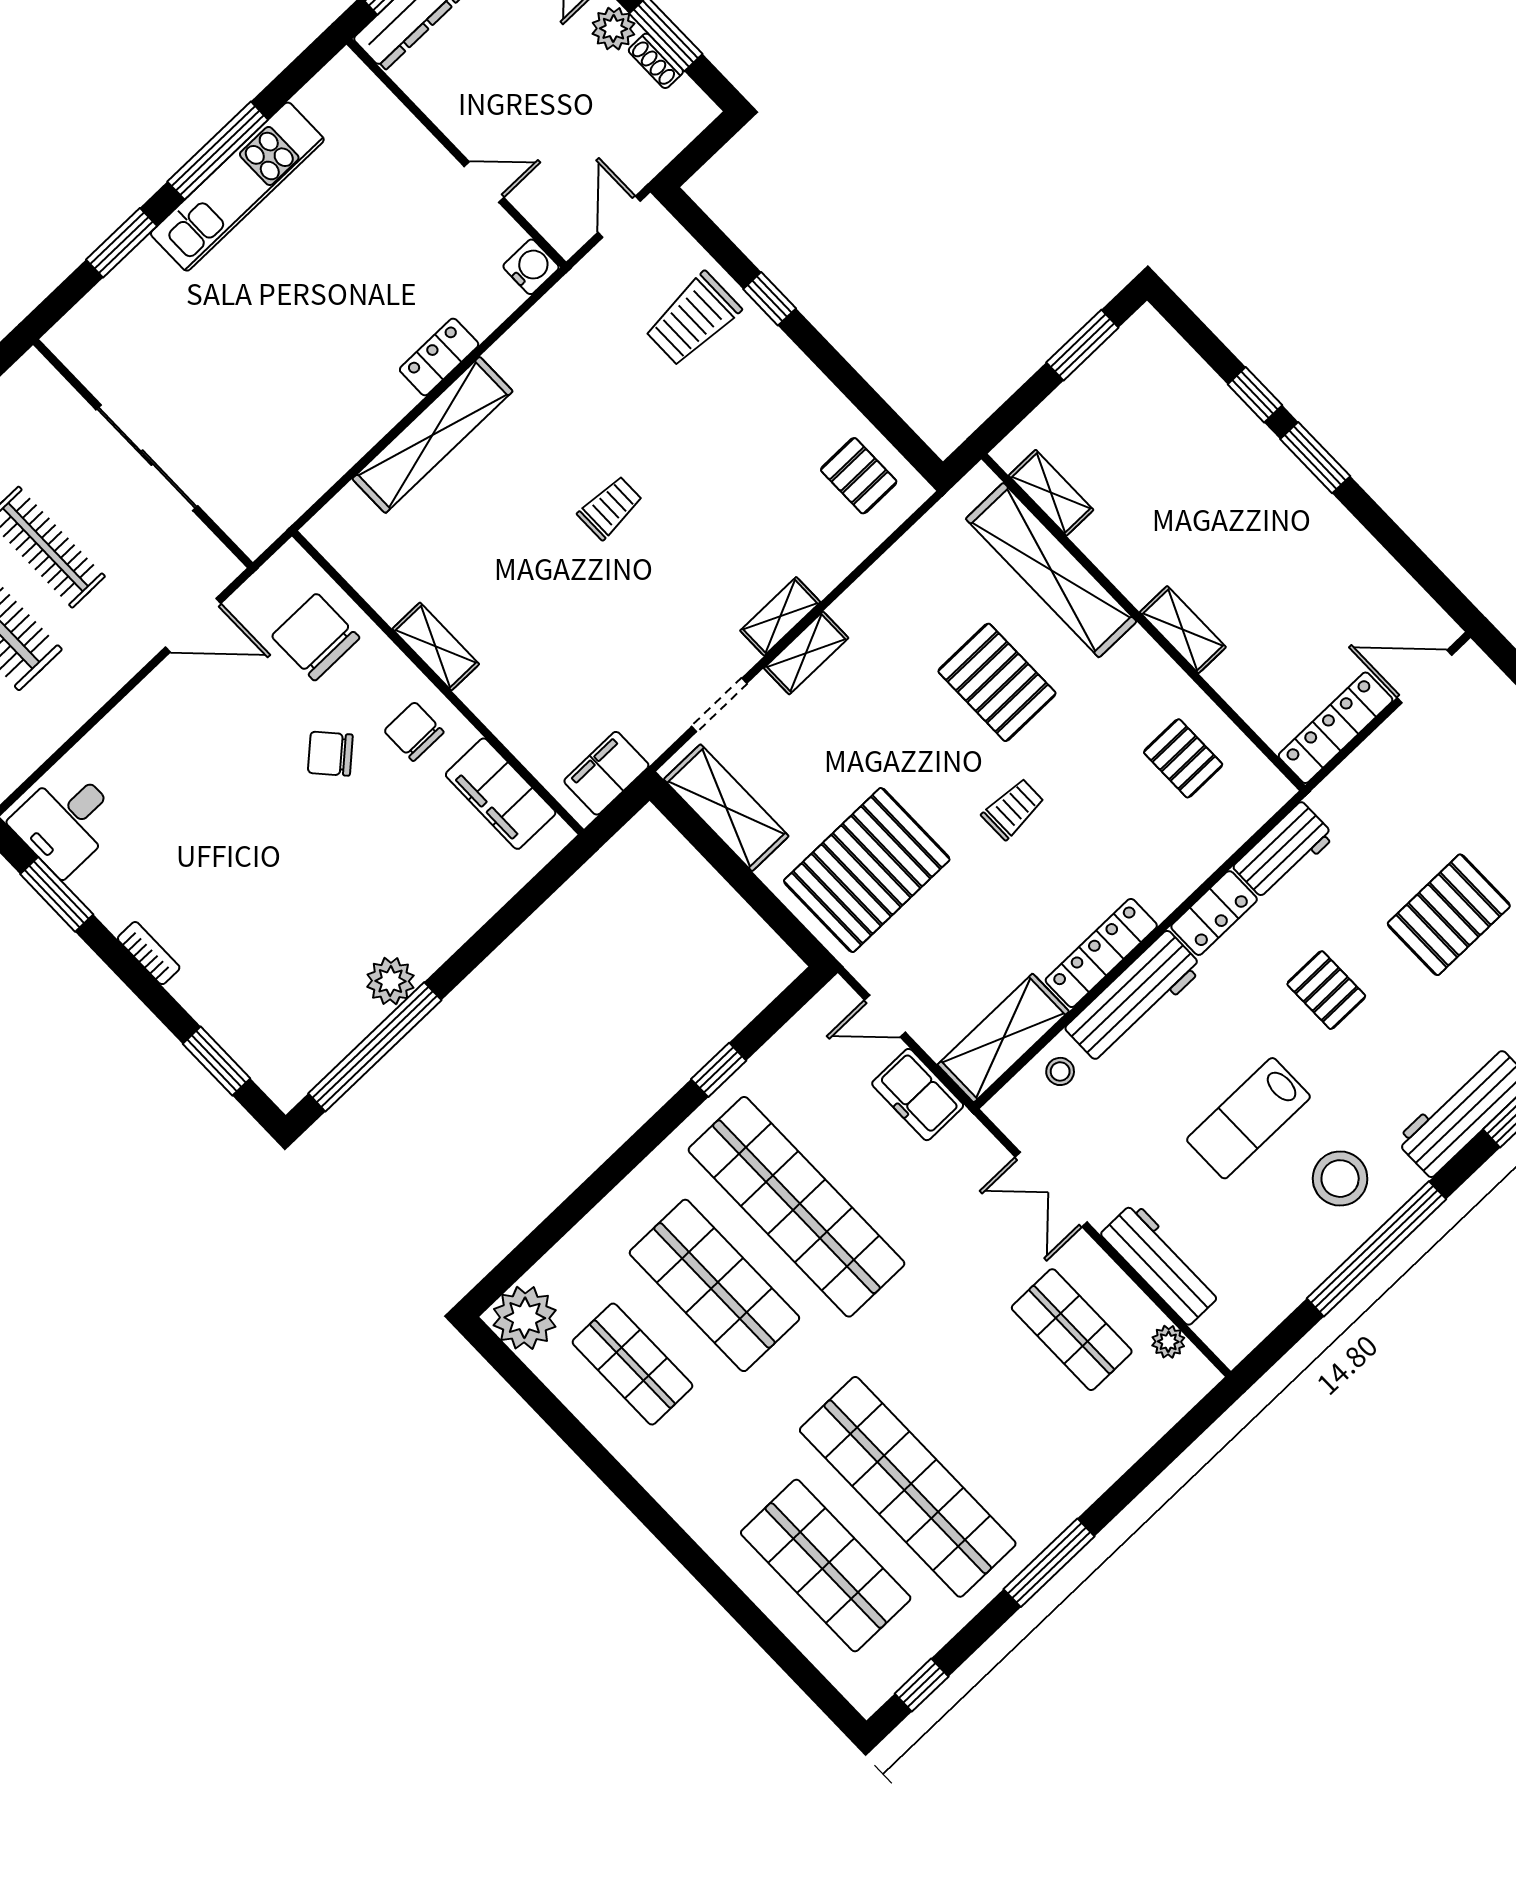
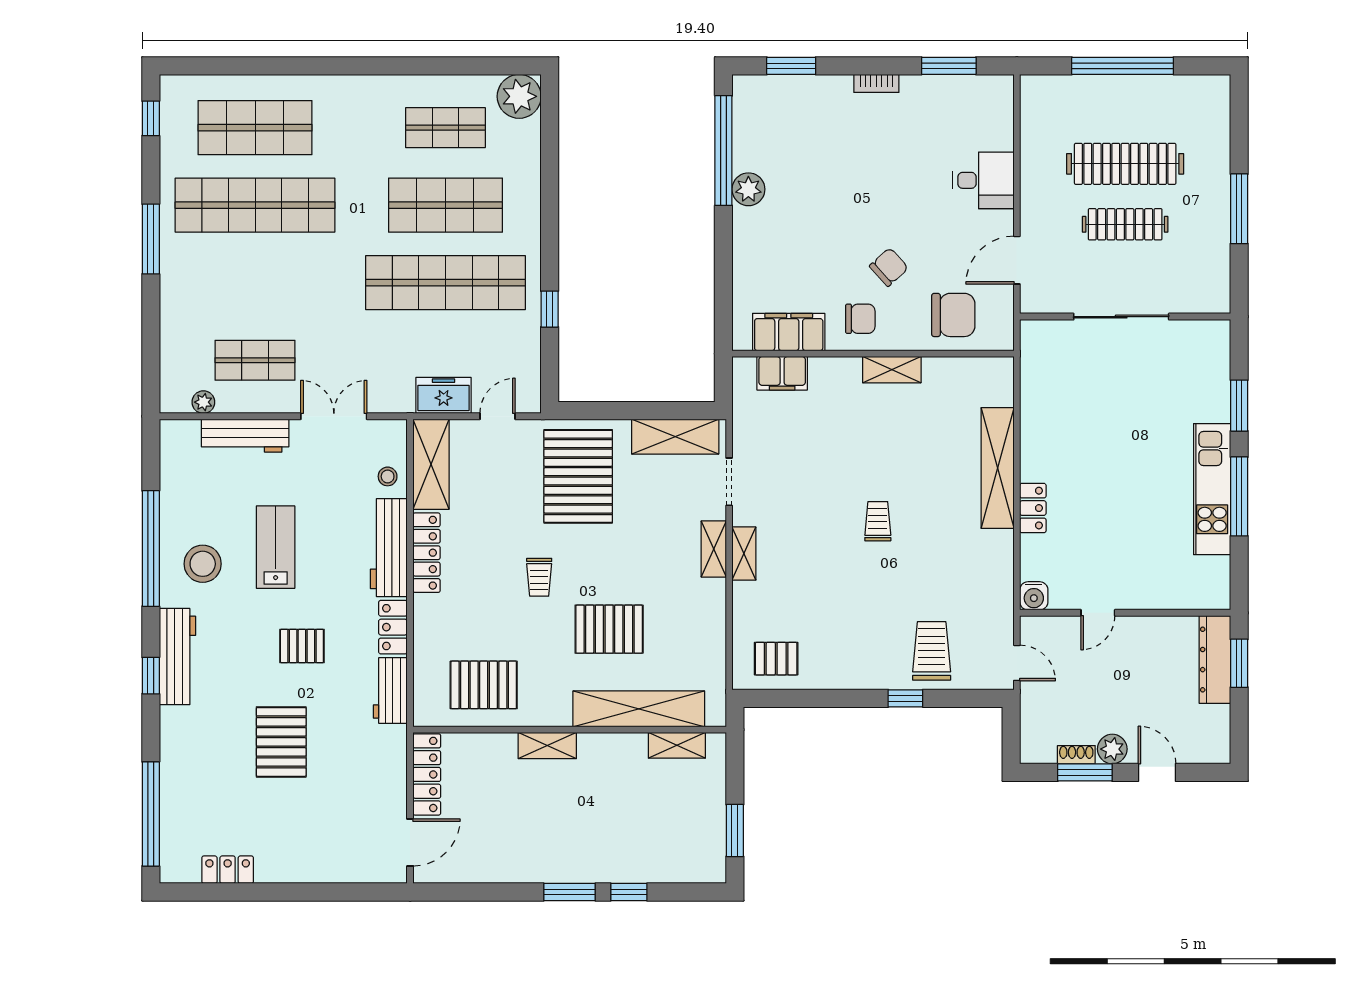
trolley: (610, 508) -> (878, 521), turned 180
pallet: (1183, 758) -> (484, 685), width x1.50, depth x1.42
filing cabinet: (606, 773) -> (782, 373), moved, turned 90
desk: (66, 821) -> (983, 180), moved, turned 90

